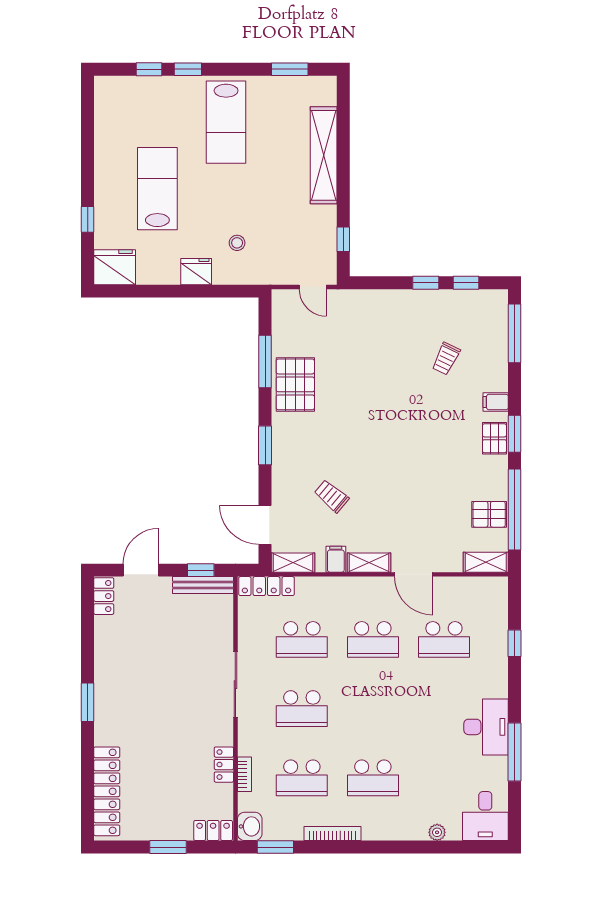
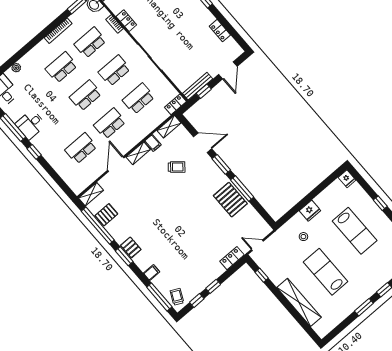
window: (290, 69) -> (364, 307), moved
lab bench: (226, 122) -> (326, 272), moved
window: (88, 219) -> (380, 203), moved
fridge: (115, 267) -> (347, 179), width x0.53, depth x0.75
locker: (364, 300) -> (232, 258), added
trolley: (446, 359) -> (177, 297), moved
window: (265, 362) -> (242, 189), moved
filing cabinet: (496, 402) -> (152, 273), moved
door: (265, 525) -> (203, 143), moved
door: (414, 574) -> (116, 164), hinge flipped
locker: (266, 586) -> (176, 104), width x0.66
locker: (104, 596) -> (220, 31), moved
window: (515, 643) -> (34, 152), moved
school desk: (373, 709) -> (86, 95), added
desk: (486, 727) -> (31, 124), width x0.73

